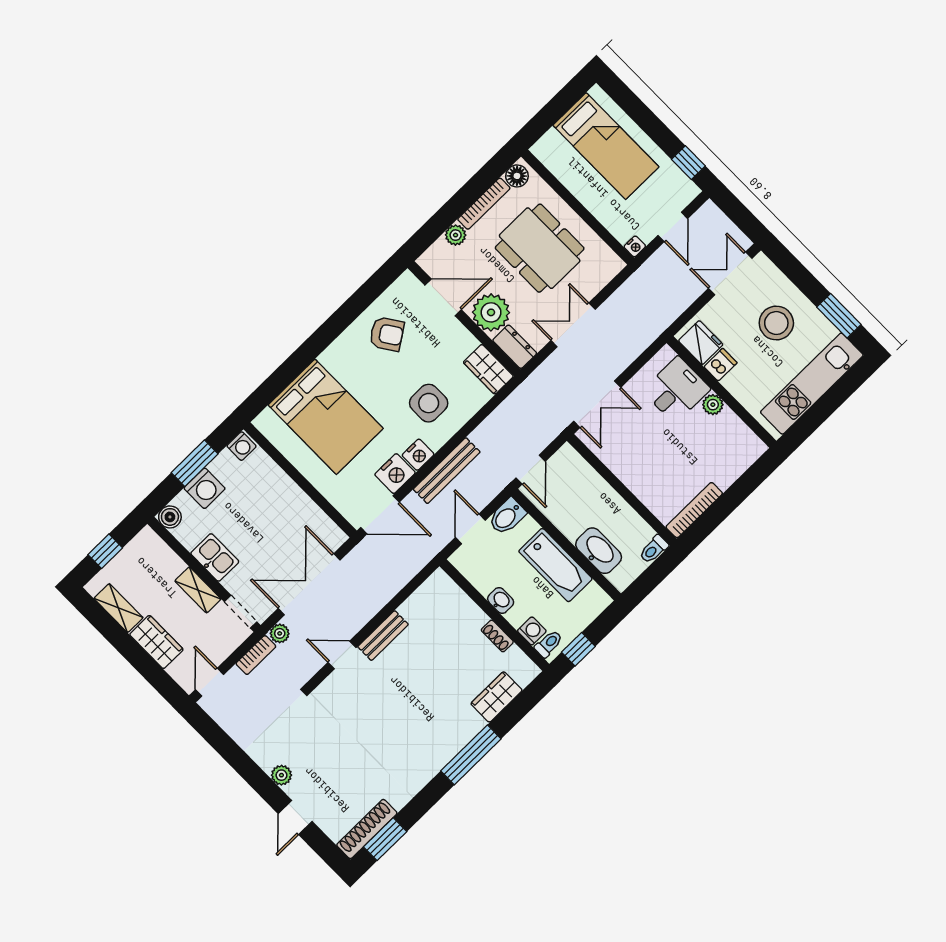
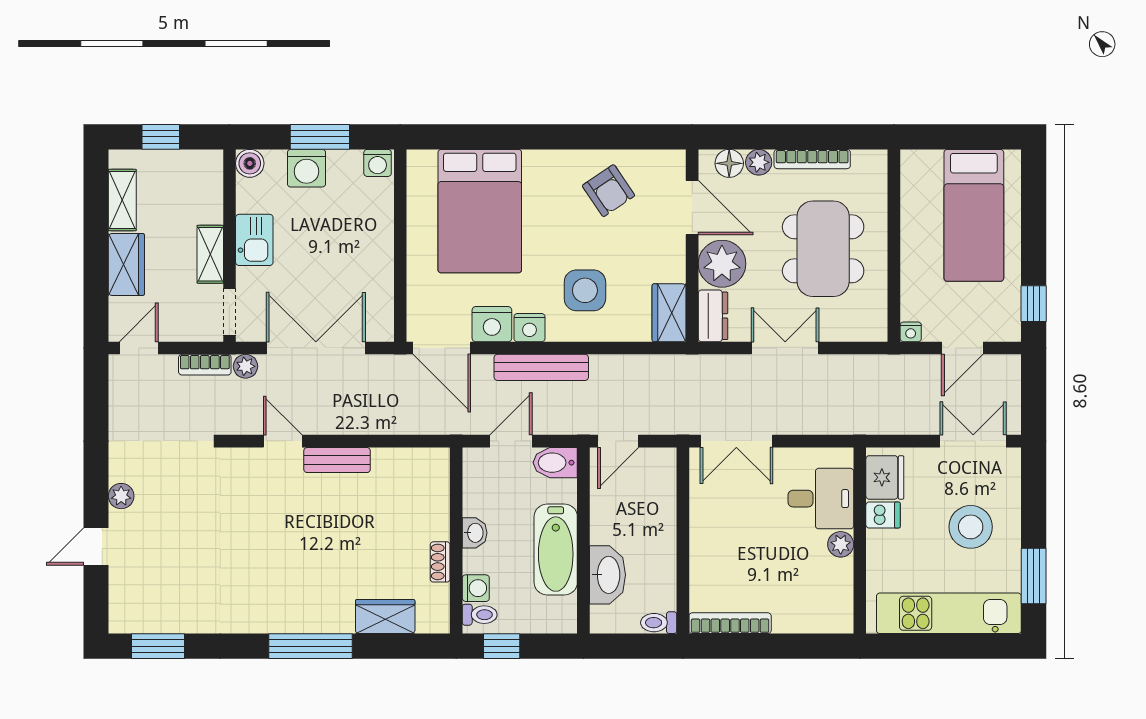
floor lamp: (517, 176) -> (729, 163), moved
shoe rack: (367, 829) -> (150, 621), removed

